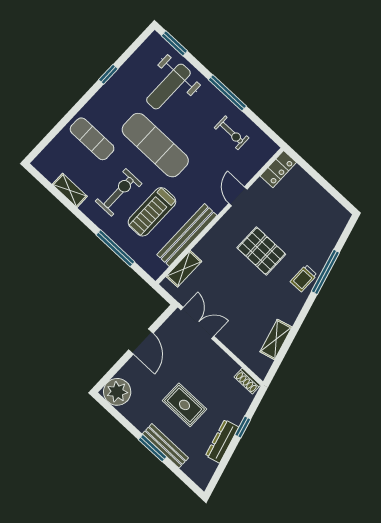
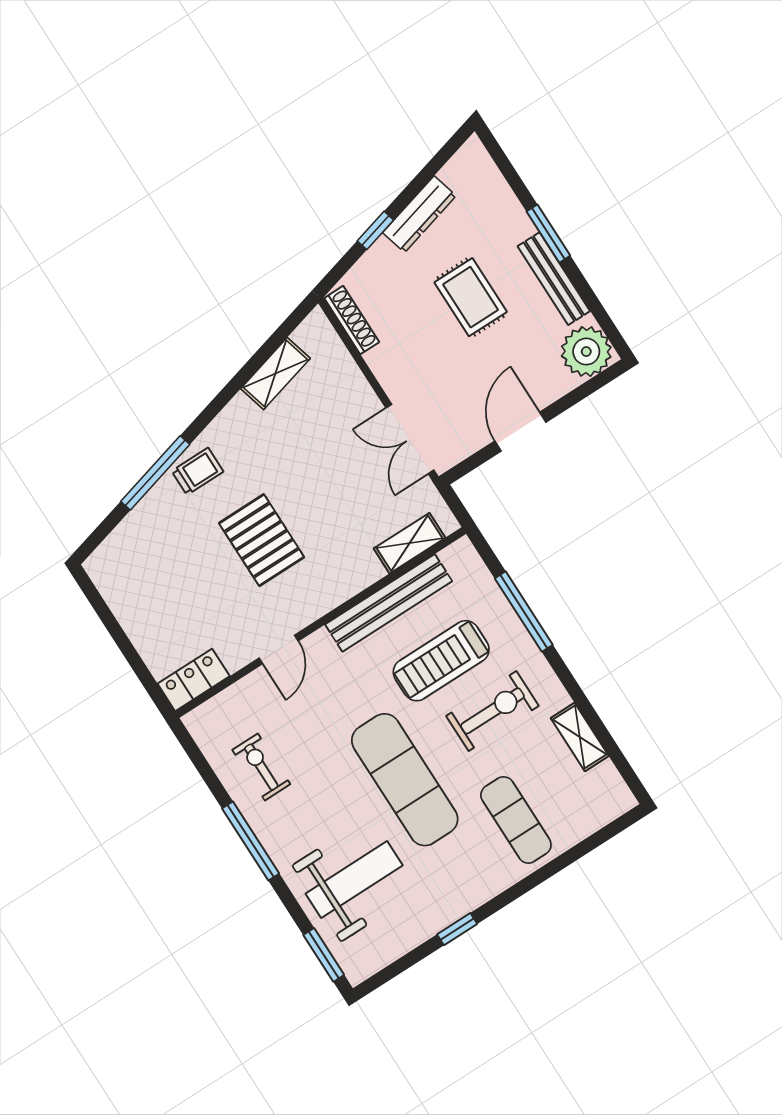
exercise bike: (119, 192) -> (492, 711), turned 180
treadmill: (152, 212) -> (441, 661), turned 180
shoe rack: (247, 381) -> (352, 320), width x1.43
bench: (165, 446) -> (554, 279), moved

